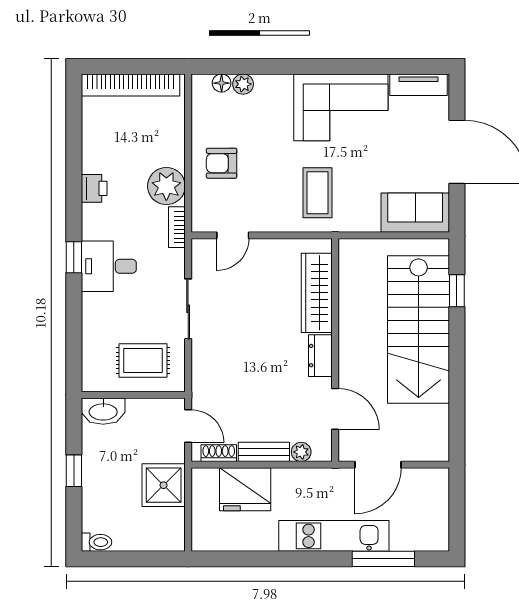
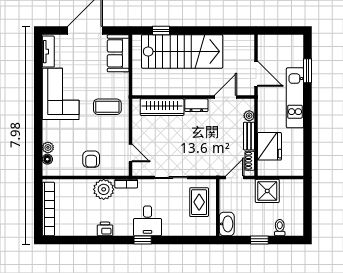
toilet: (96, 542) -> (280, 228), moved
window: (383, 559) -> (308, 71), width x0.69

